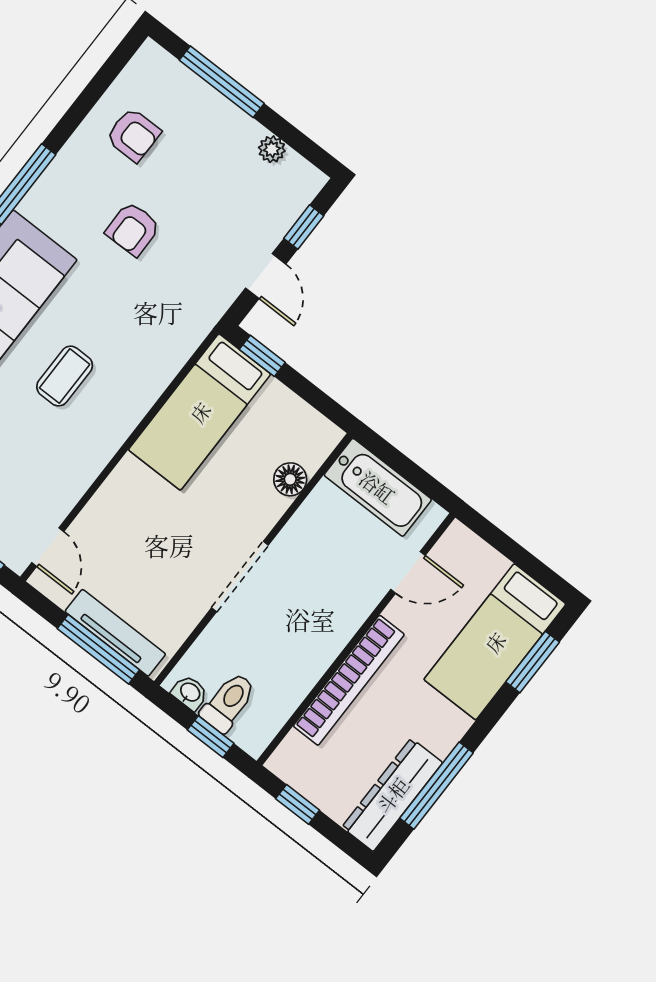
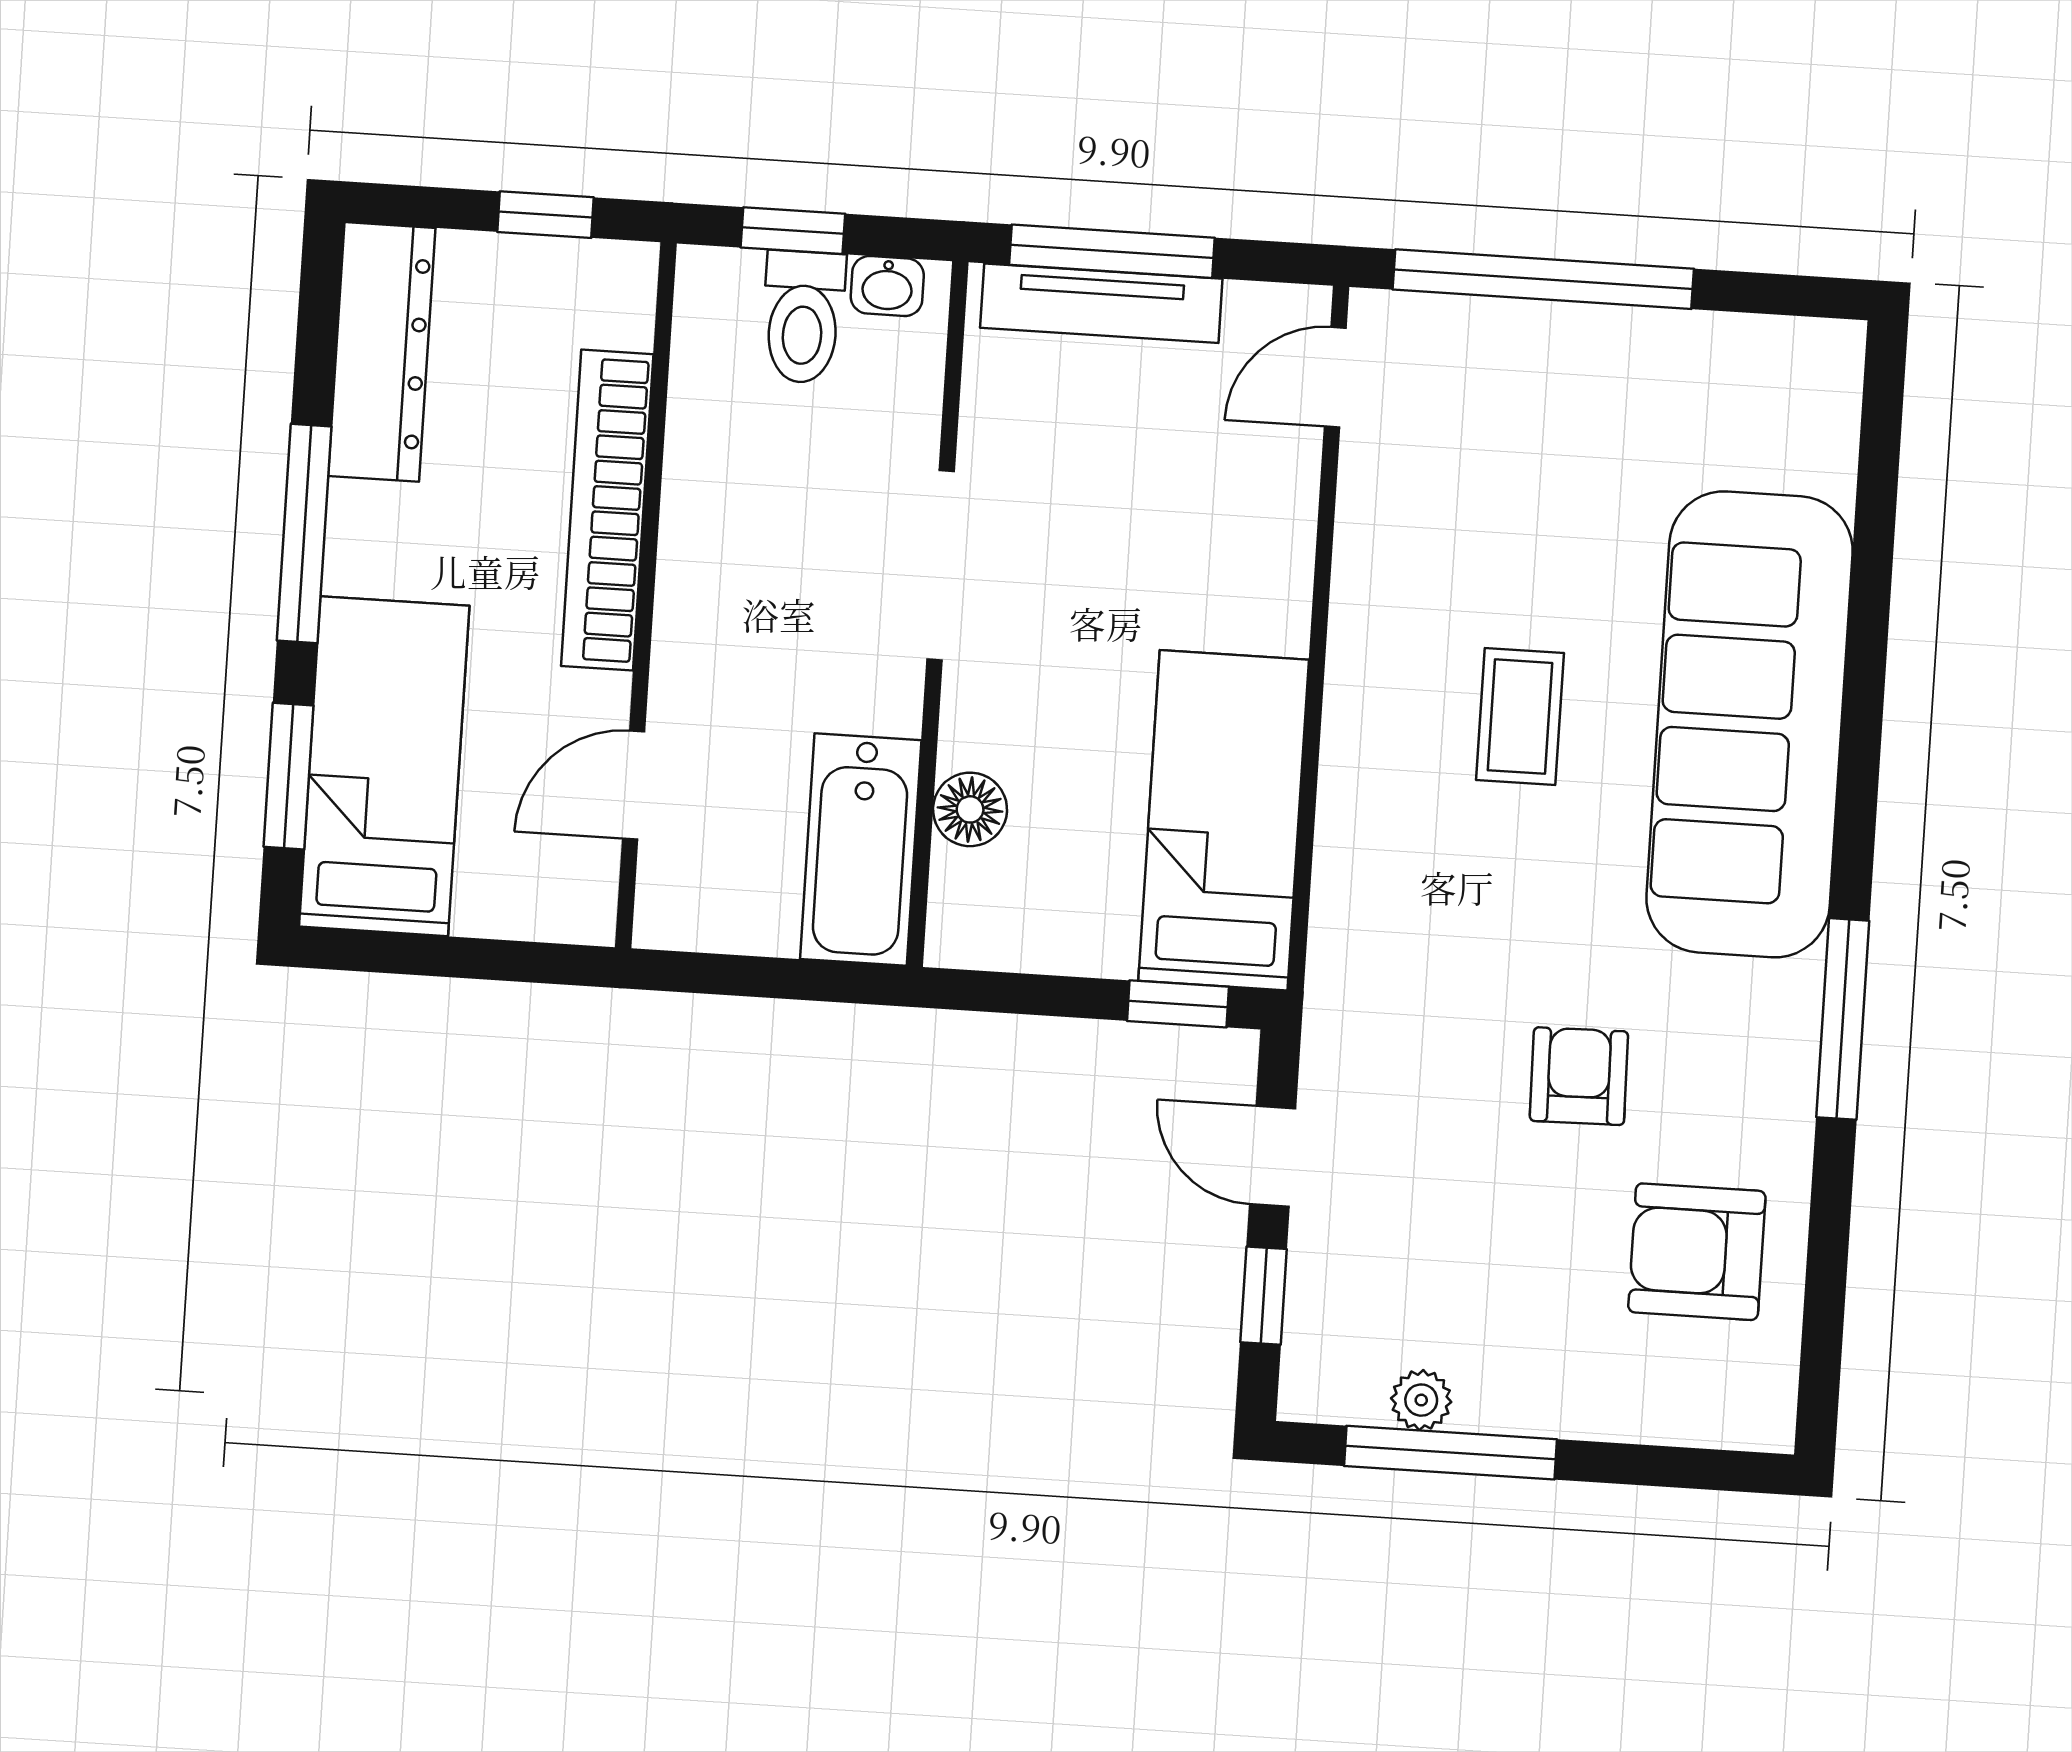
window: (222, 82) -> (1451, 1453), moved
armchair: (133, 135) -> (1697, 1252), width x1.38, depth x1.38
bathtub: (378, 487) -> (861, 850), moved, turned -90
door: (48, 547) -> (1335, 377), hinge flipped
window: (436, 786) -> (304, 534), moved

